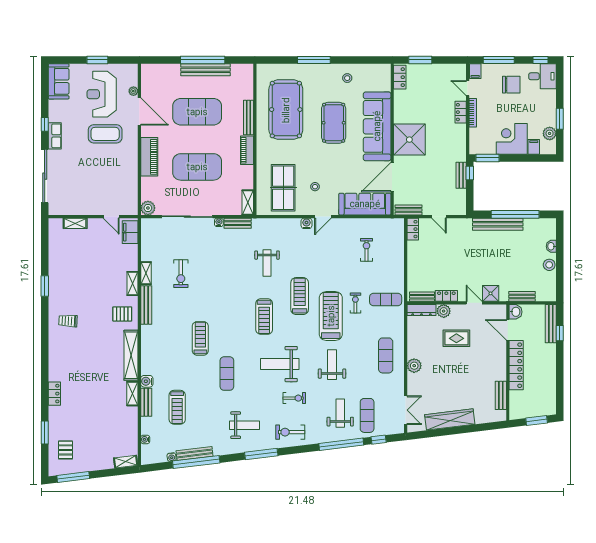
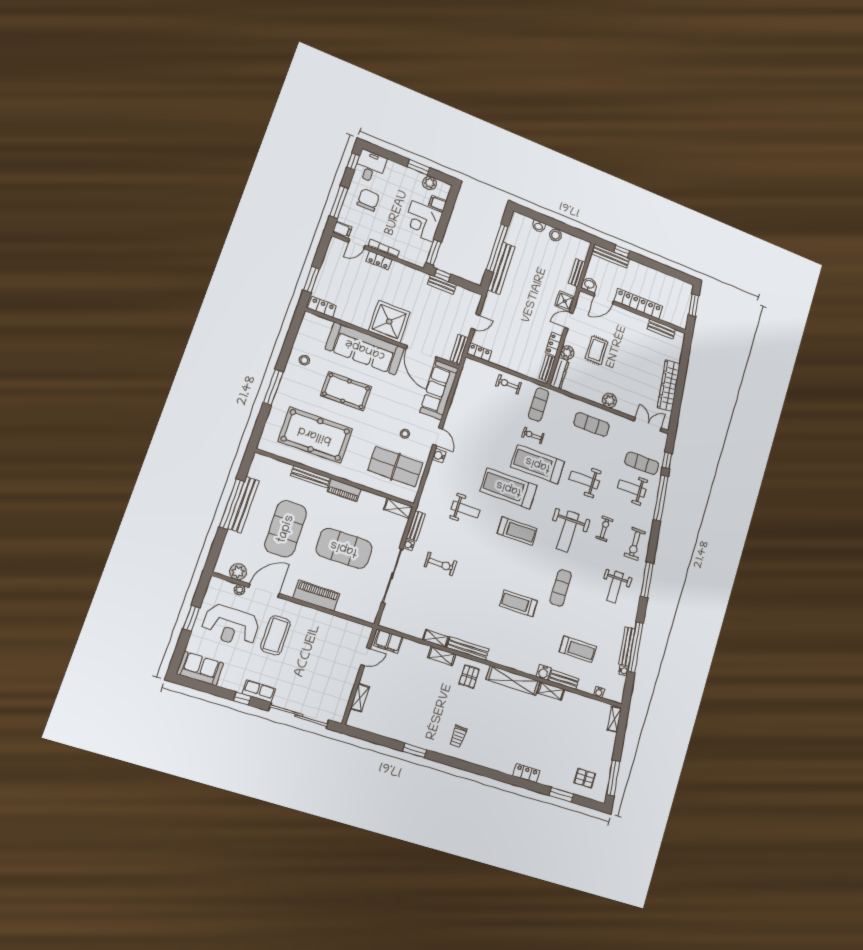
exercise mat: (197, 167) -> (344, 548), turned 90
plant: (148, 208) -> (238, 572), moved
exercise bike: (366, 250) -> (509, 384), moved
exercise bike: (181, 274) -> (440, 564), moved
treadmill: (300, 296) -> (509, 488), width x1.37, depth x1.38
exercise mat: (227, 374) -> (561, 588), turned 90
weight bench: (244, 425) -> (615, 587), turned 180

